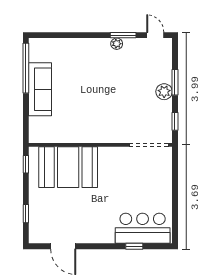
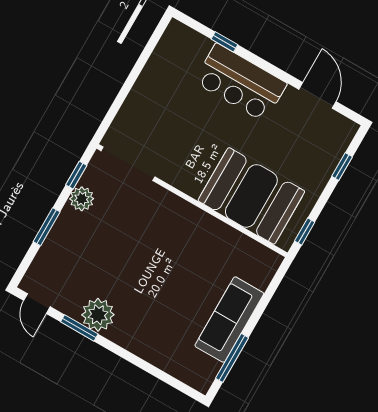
plant: (117, 44) -> (98, 315), width x1.87, depth x1.87
window: (26, 68) -> (232, 358), width x0.68
plant: (164, 92) -> (82, 199), moved
bar counter: (143, 228) -> (240, 83), moved

